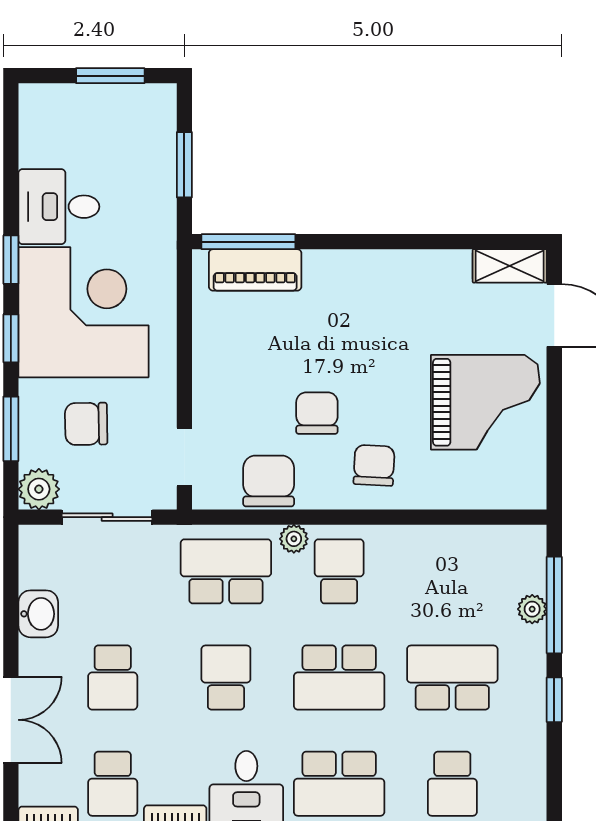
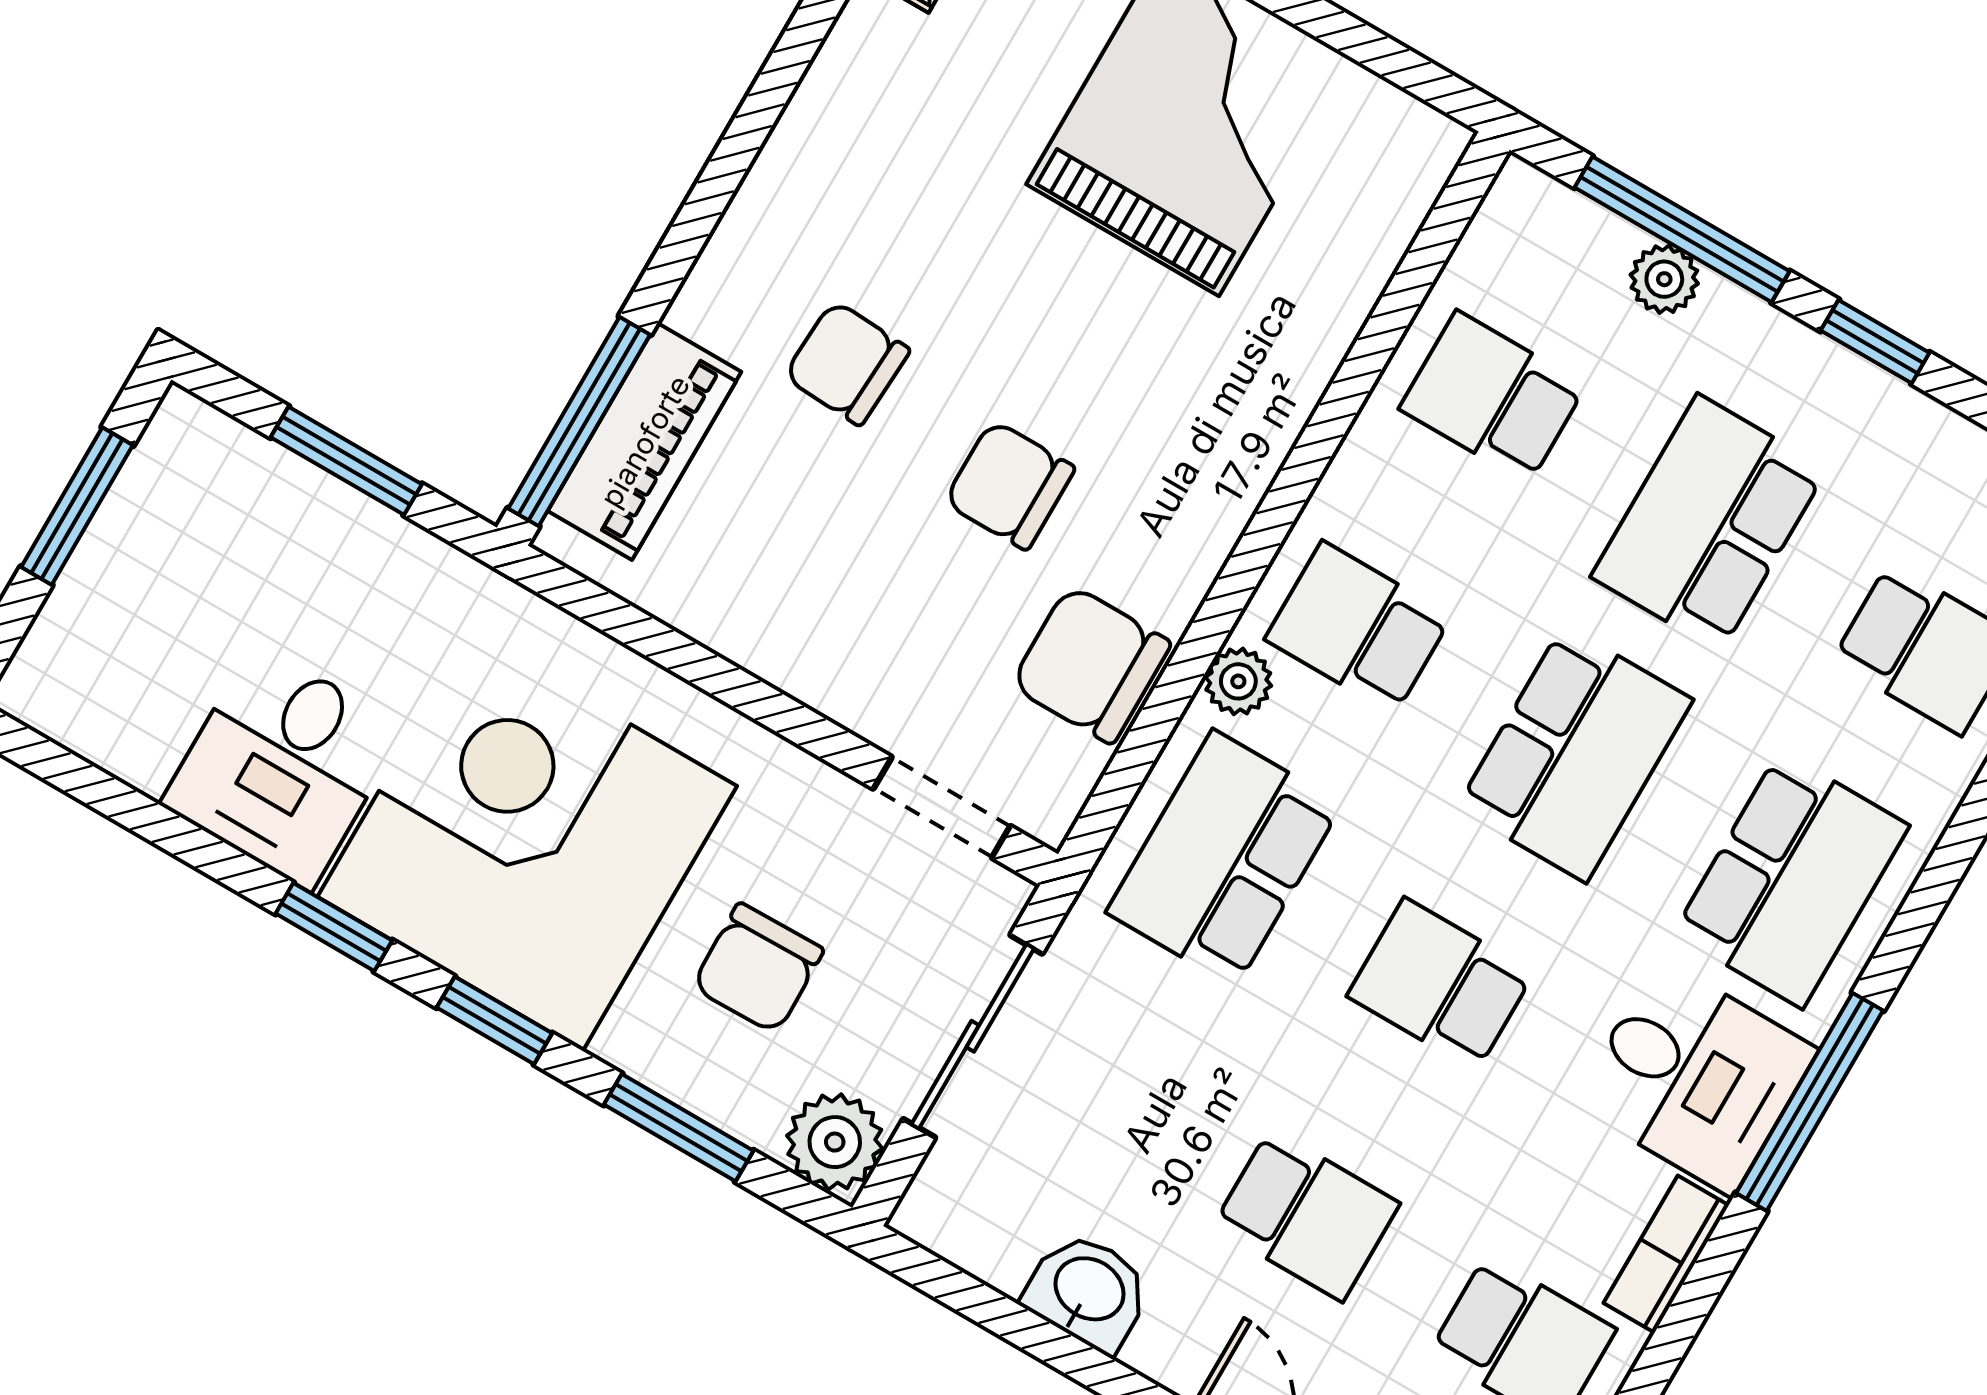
chair: (374, 465) -> (847, 363), moved
school desk: (452, 571) -> (1493, 397), added

